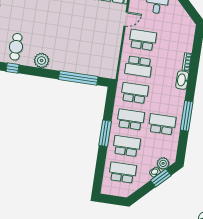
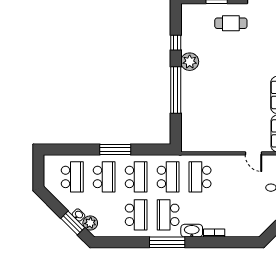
school desk: (143, 40) -> (168, 215), moved, turned 180
cafe table: (16, 47) -> (231, 23), moved
window: (13, 68) -> (176, 43), moved
window: (78, 78) -> (176, 90), moved
window: (187, 116) -> (167, 242), moved

